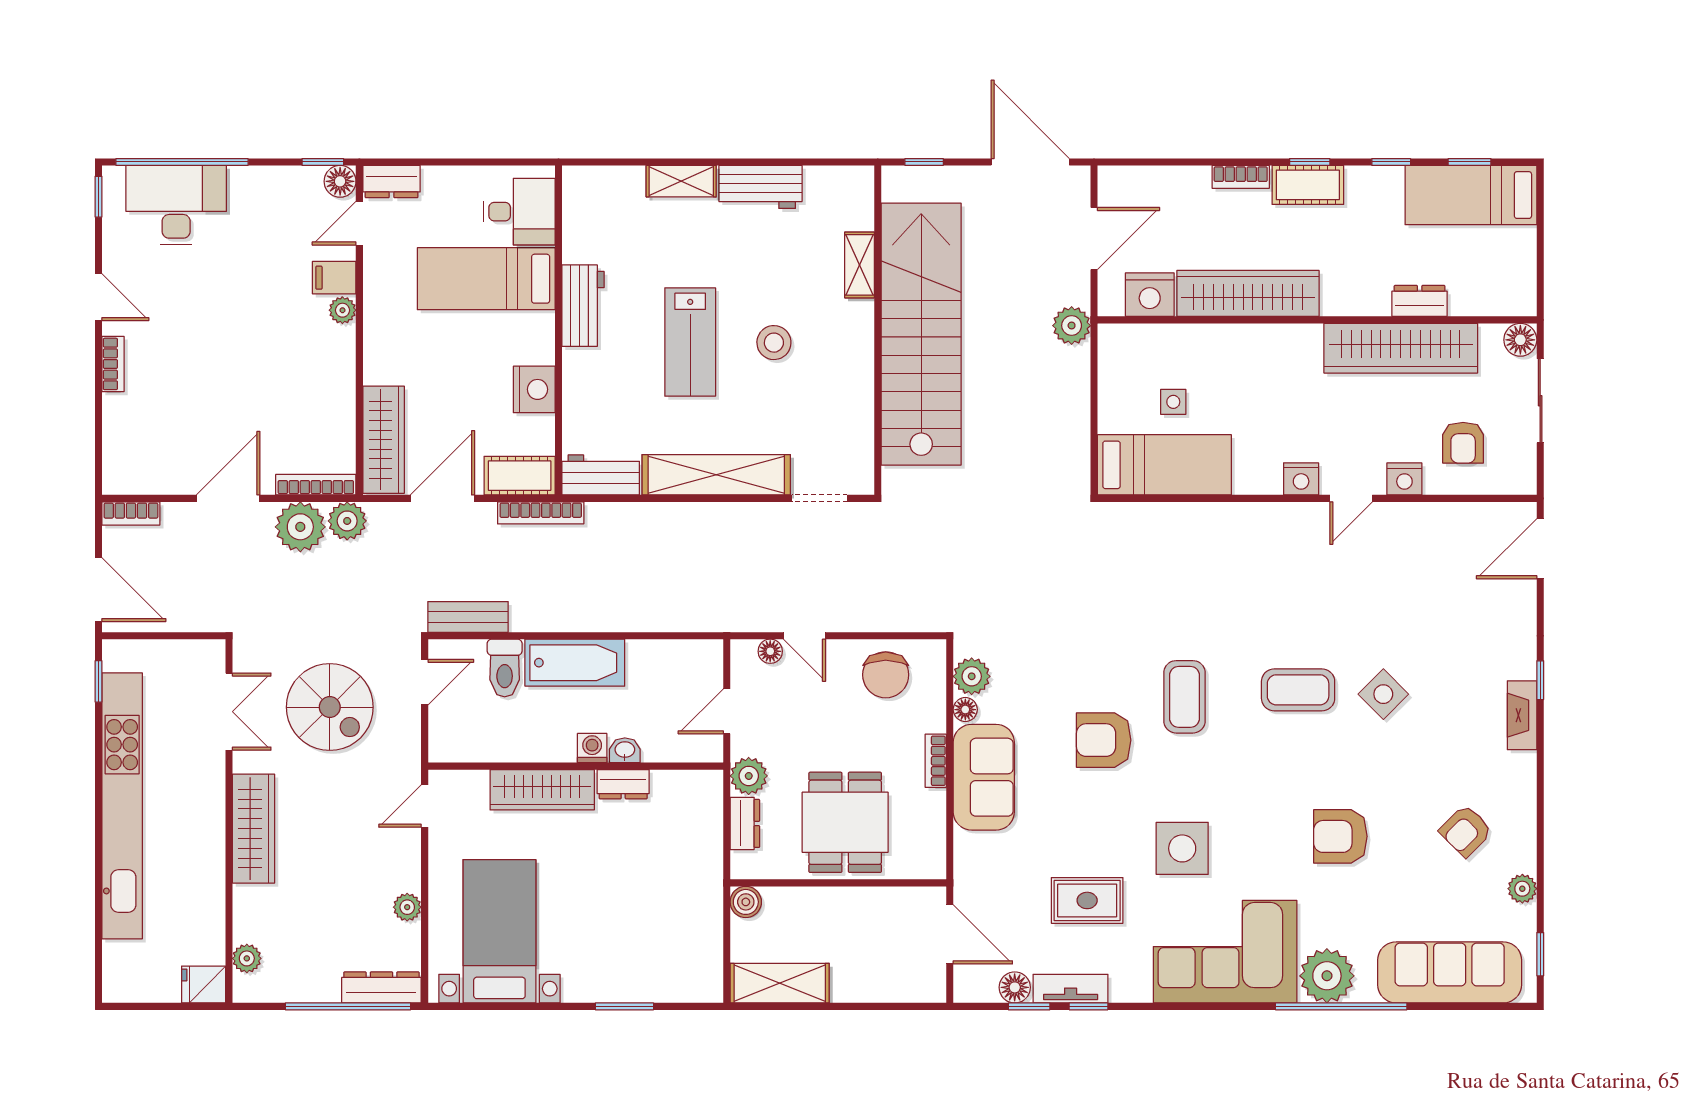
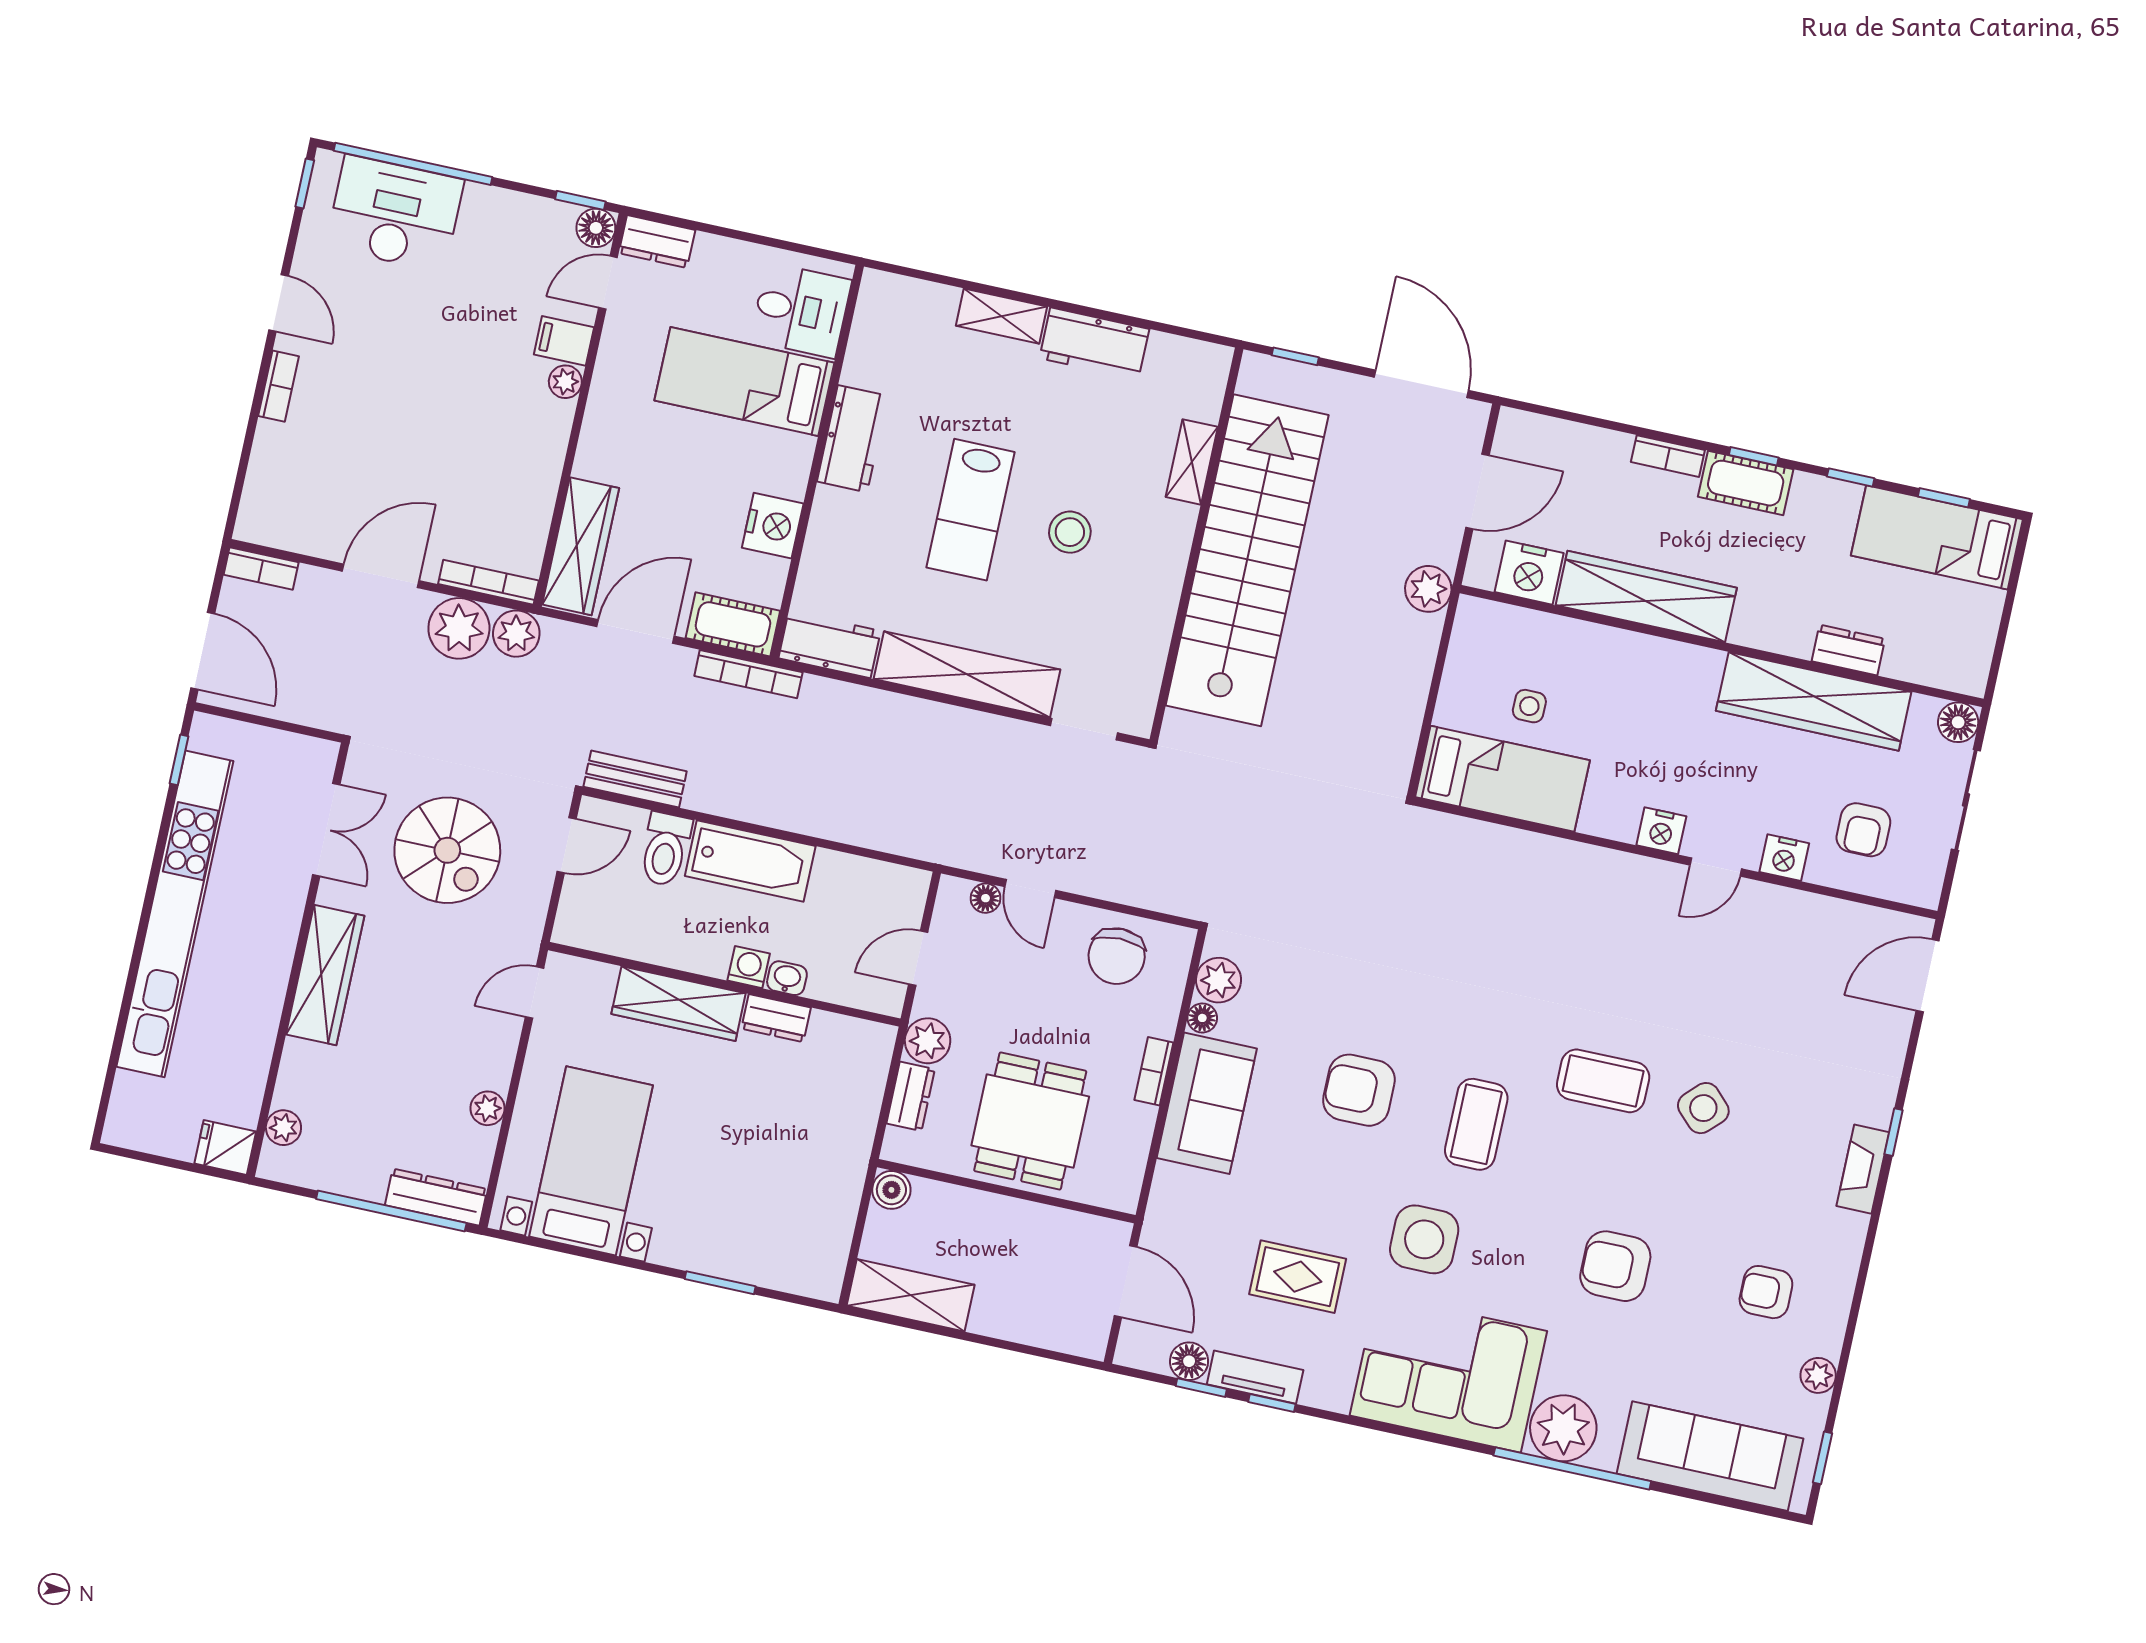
coffee table: (1185, 697) -> (1476, 1124), moved
armchair: (1466, 831) -> (1766, 1292), turned 45

